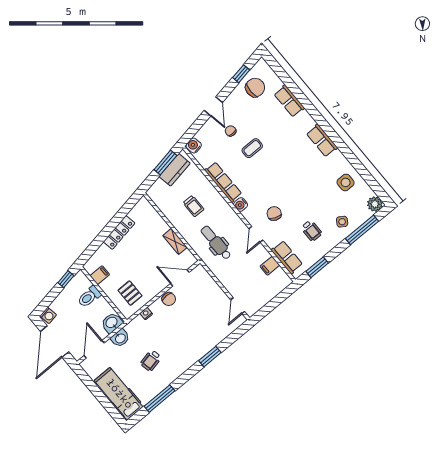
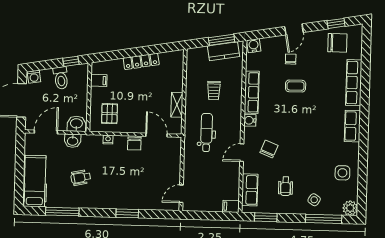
row of seats: (289, 101) -> (354, 83), width x1.48
filing cabinet: (270, 266) -> (231, 206), moved
toilet: (89, 297) -> (61, 78), moved, turned -100

